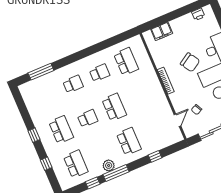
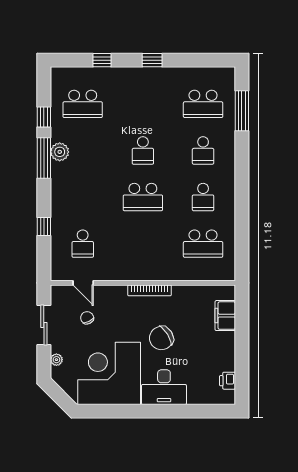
school desk: (61, 130) -> (203, 104), moved
school desk: (129, 141) -> (83, 244), moved, width x0.54

